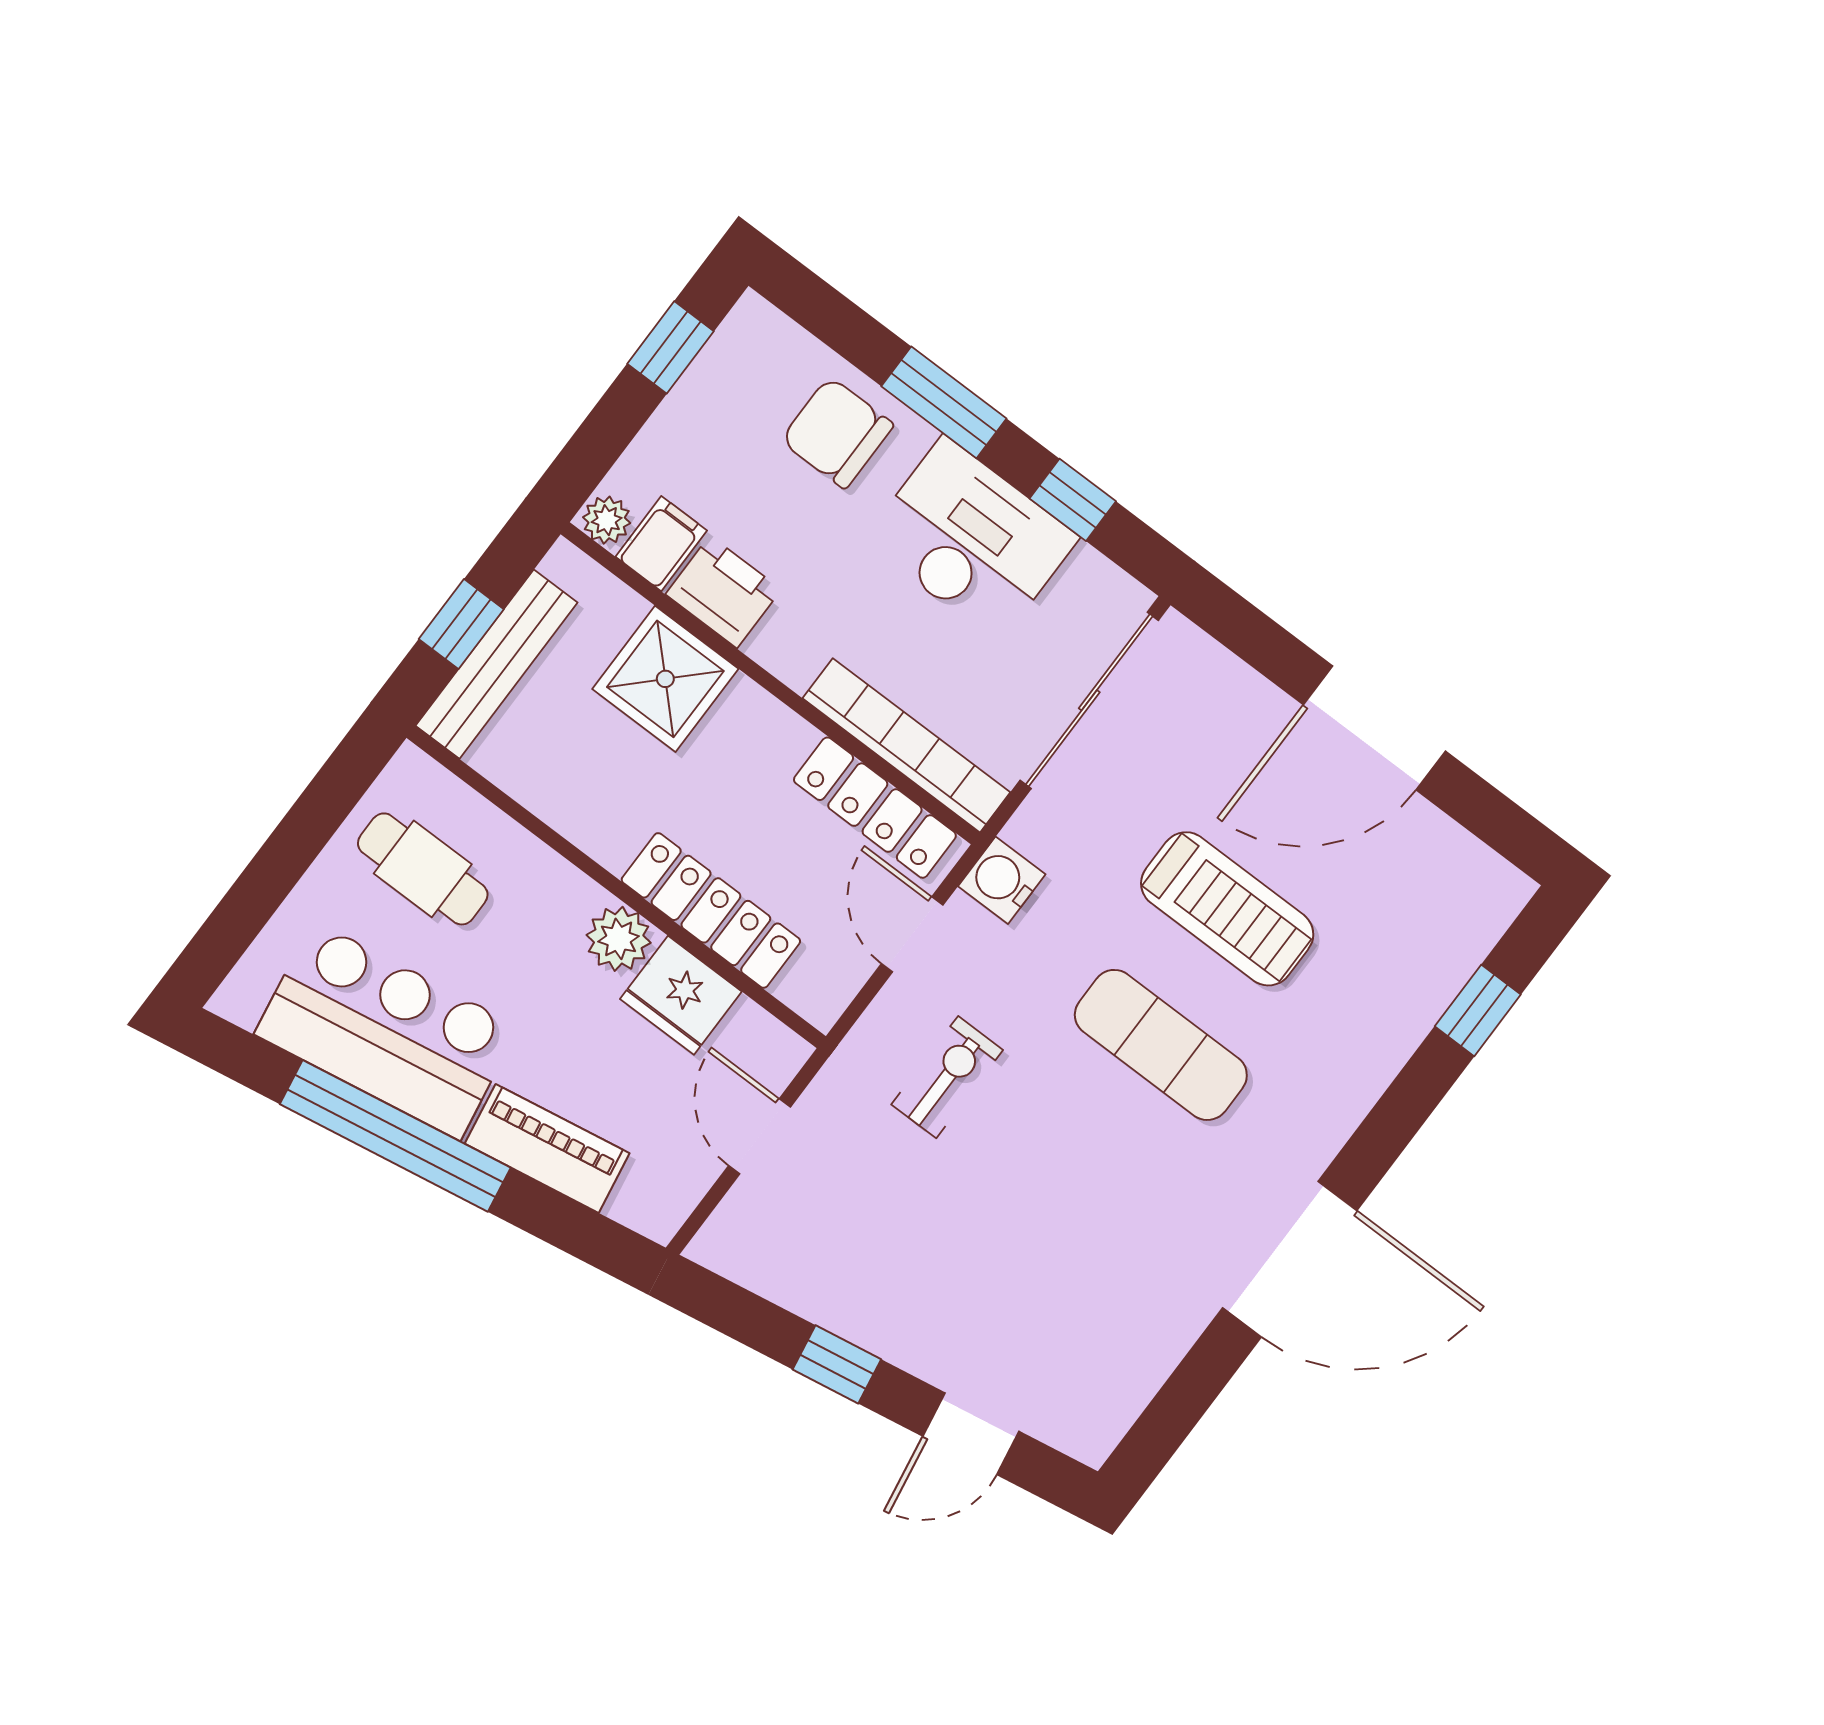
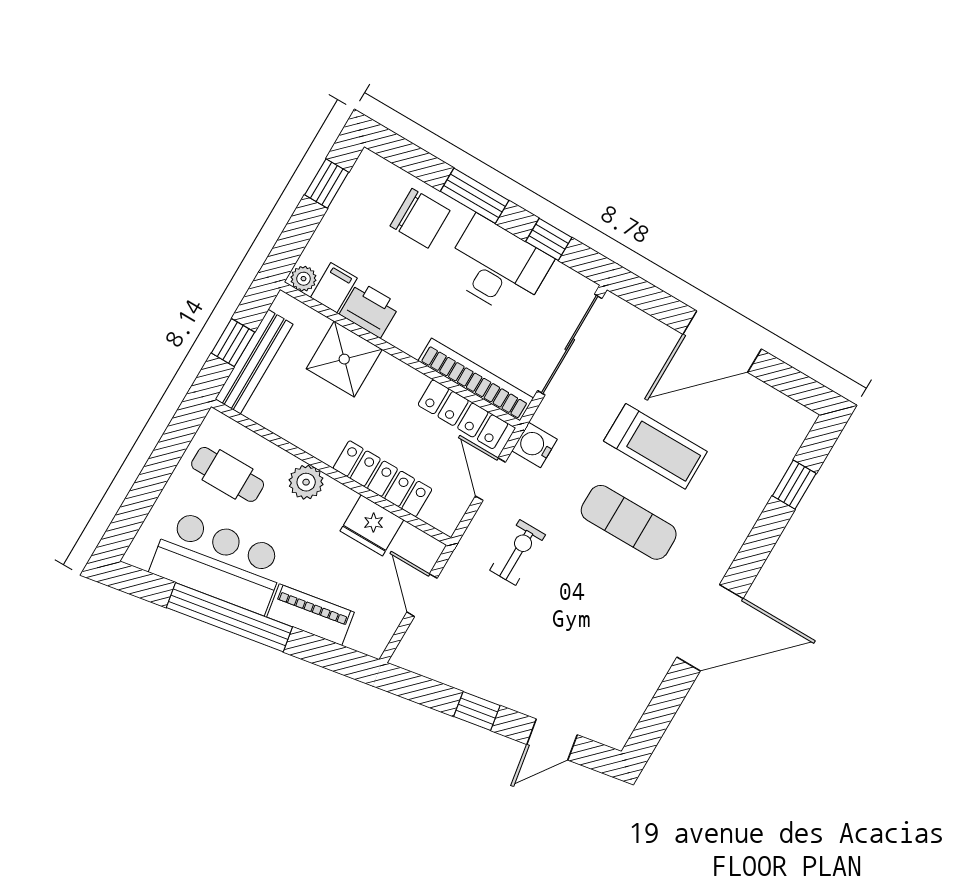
chair: (837, 433) -> (420, 218), turned 180
plant: (619, 939) -> (306, 482), moved

